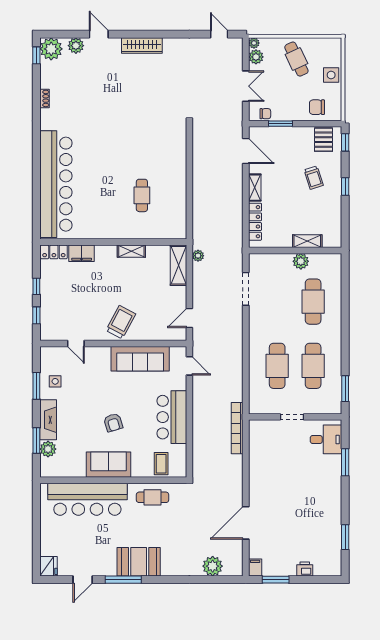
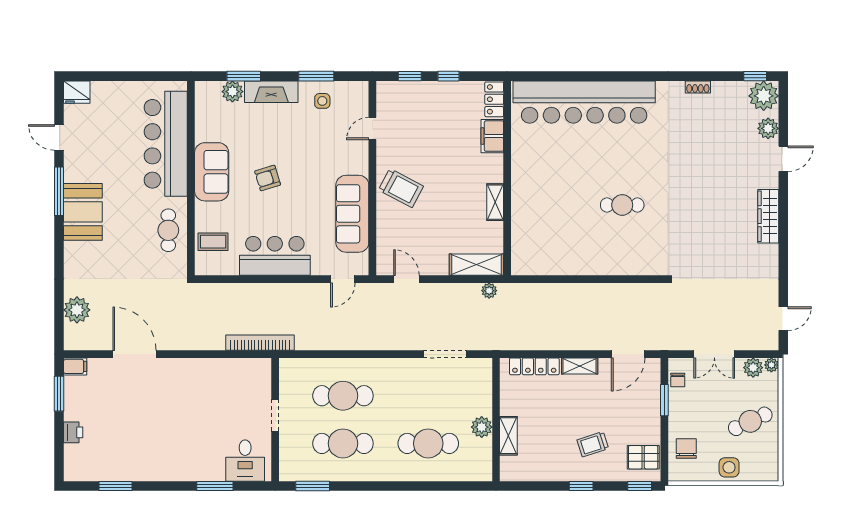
cafe table: (142, 195) -> (622, 205), moved

